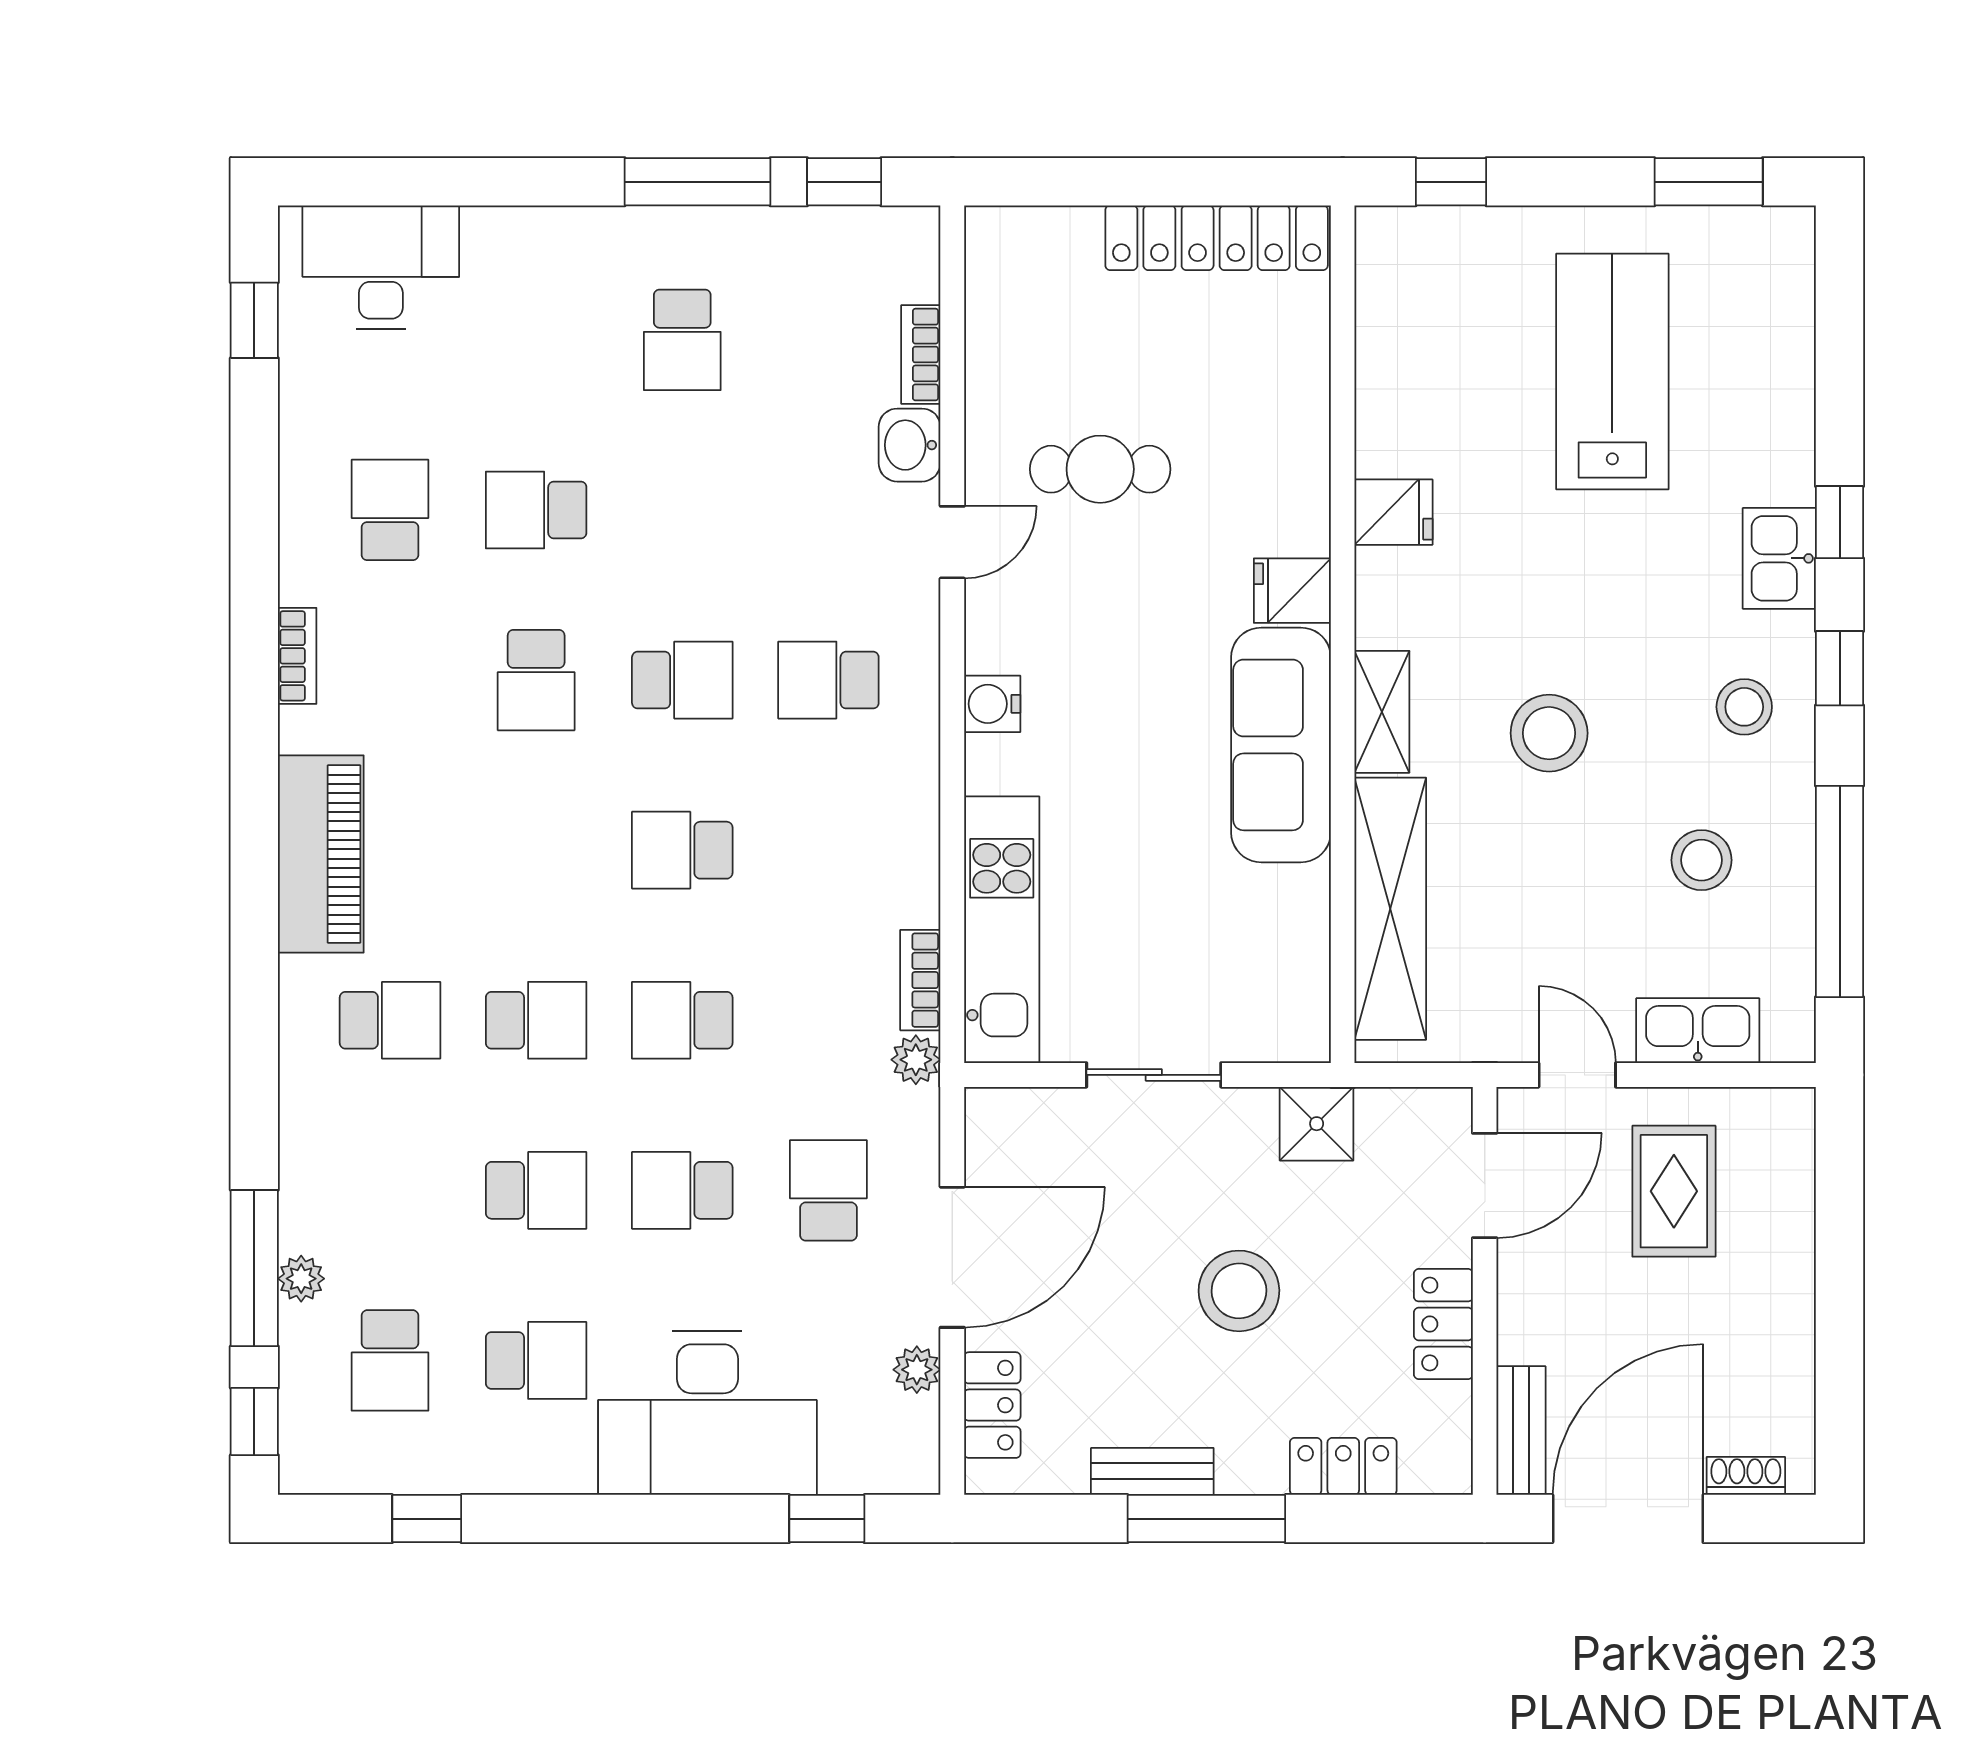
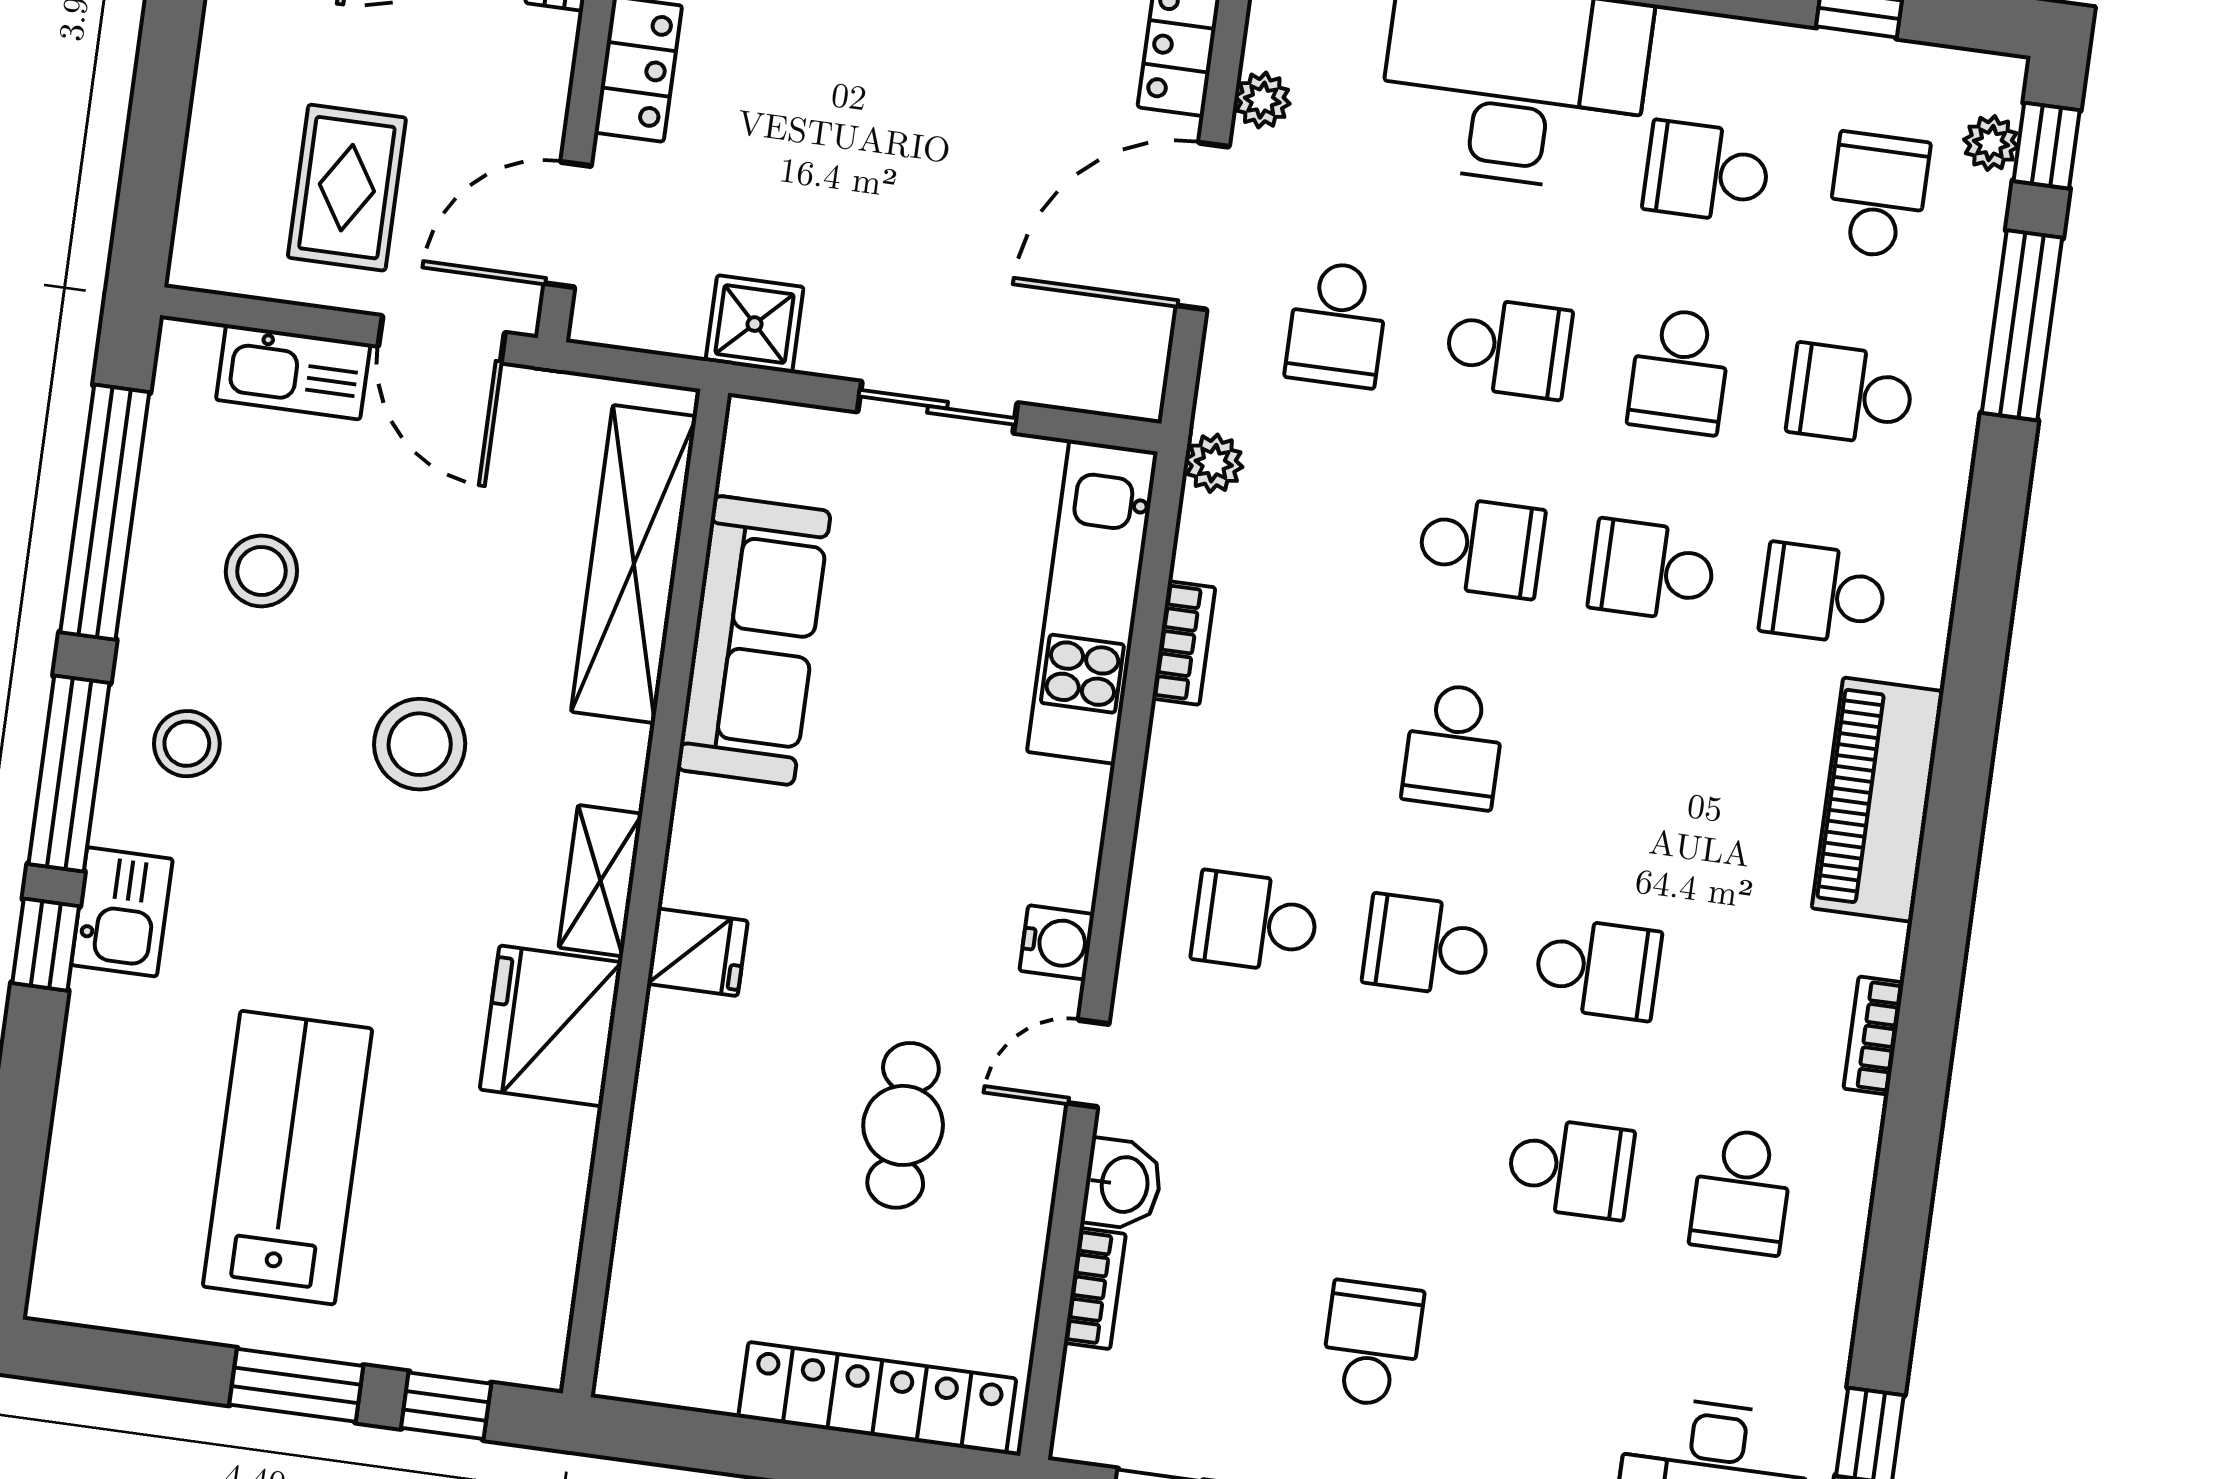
window: (1709, 182) -> (296, 1385), moved
locker: (1217, 238) -> (877, 1398), moved
lab bench: (1612, 371) -> (287, 1158), turned 180
cafe table: (1100, 469) -> (903, 1125), turned 90
fridge: (1394, 512) -> (551, 1026), width x1.88, depth x1.34
window: (1840, 668) -> (69, 774), width x2.17
school desk: (536, 680) -> (1598, 969), turned 90
school desk: (828, 680) -> (1255, 922), turned 180
water cooler: (992, 704) -> (1057, 942), moved
shelving: (1382, 712) -> (600, 881), moved
sofa: (1281, 745) -> (754, 640), moved
school desk: (682, 850) -> (1454, 746), turned 90
bookcase: (920, 980) -> (1184, 643), moved
door: (1577, 1075) -> (442, 339), width x1.38
school desk: (390, 1190) -> (1851, 395), added
school desk: (536, 1190) -> (1679, 371), turned -90
plant: (301, 1279) -> (1991, 143), moved
stool: (1239, 1291) -> (872, 141), removed

